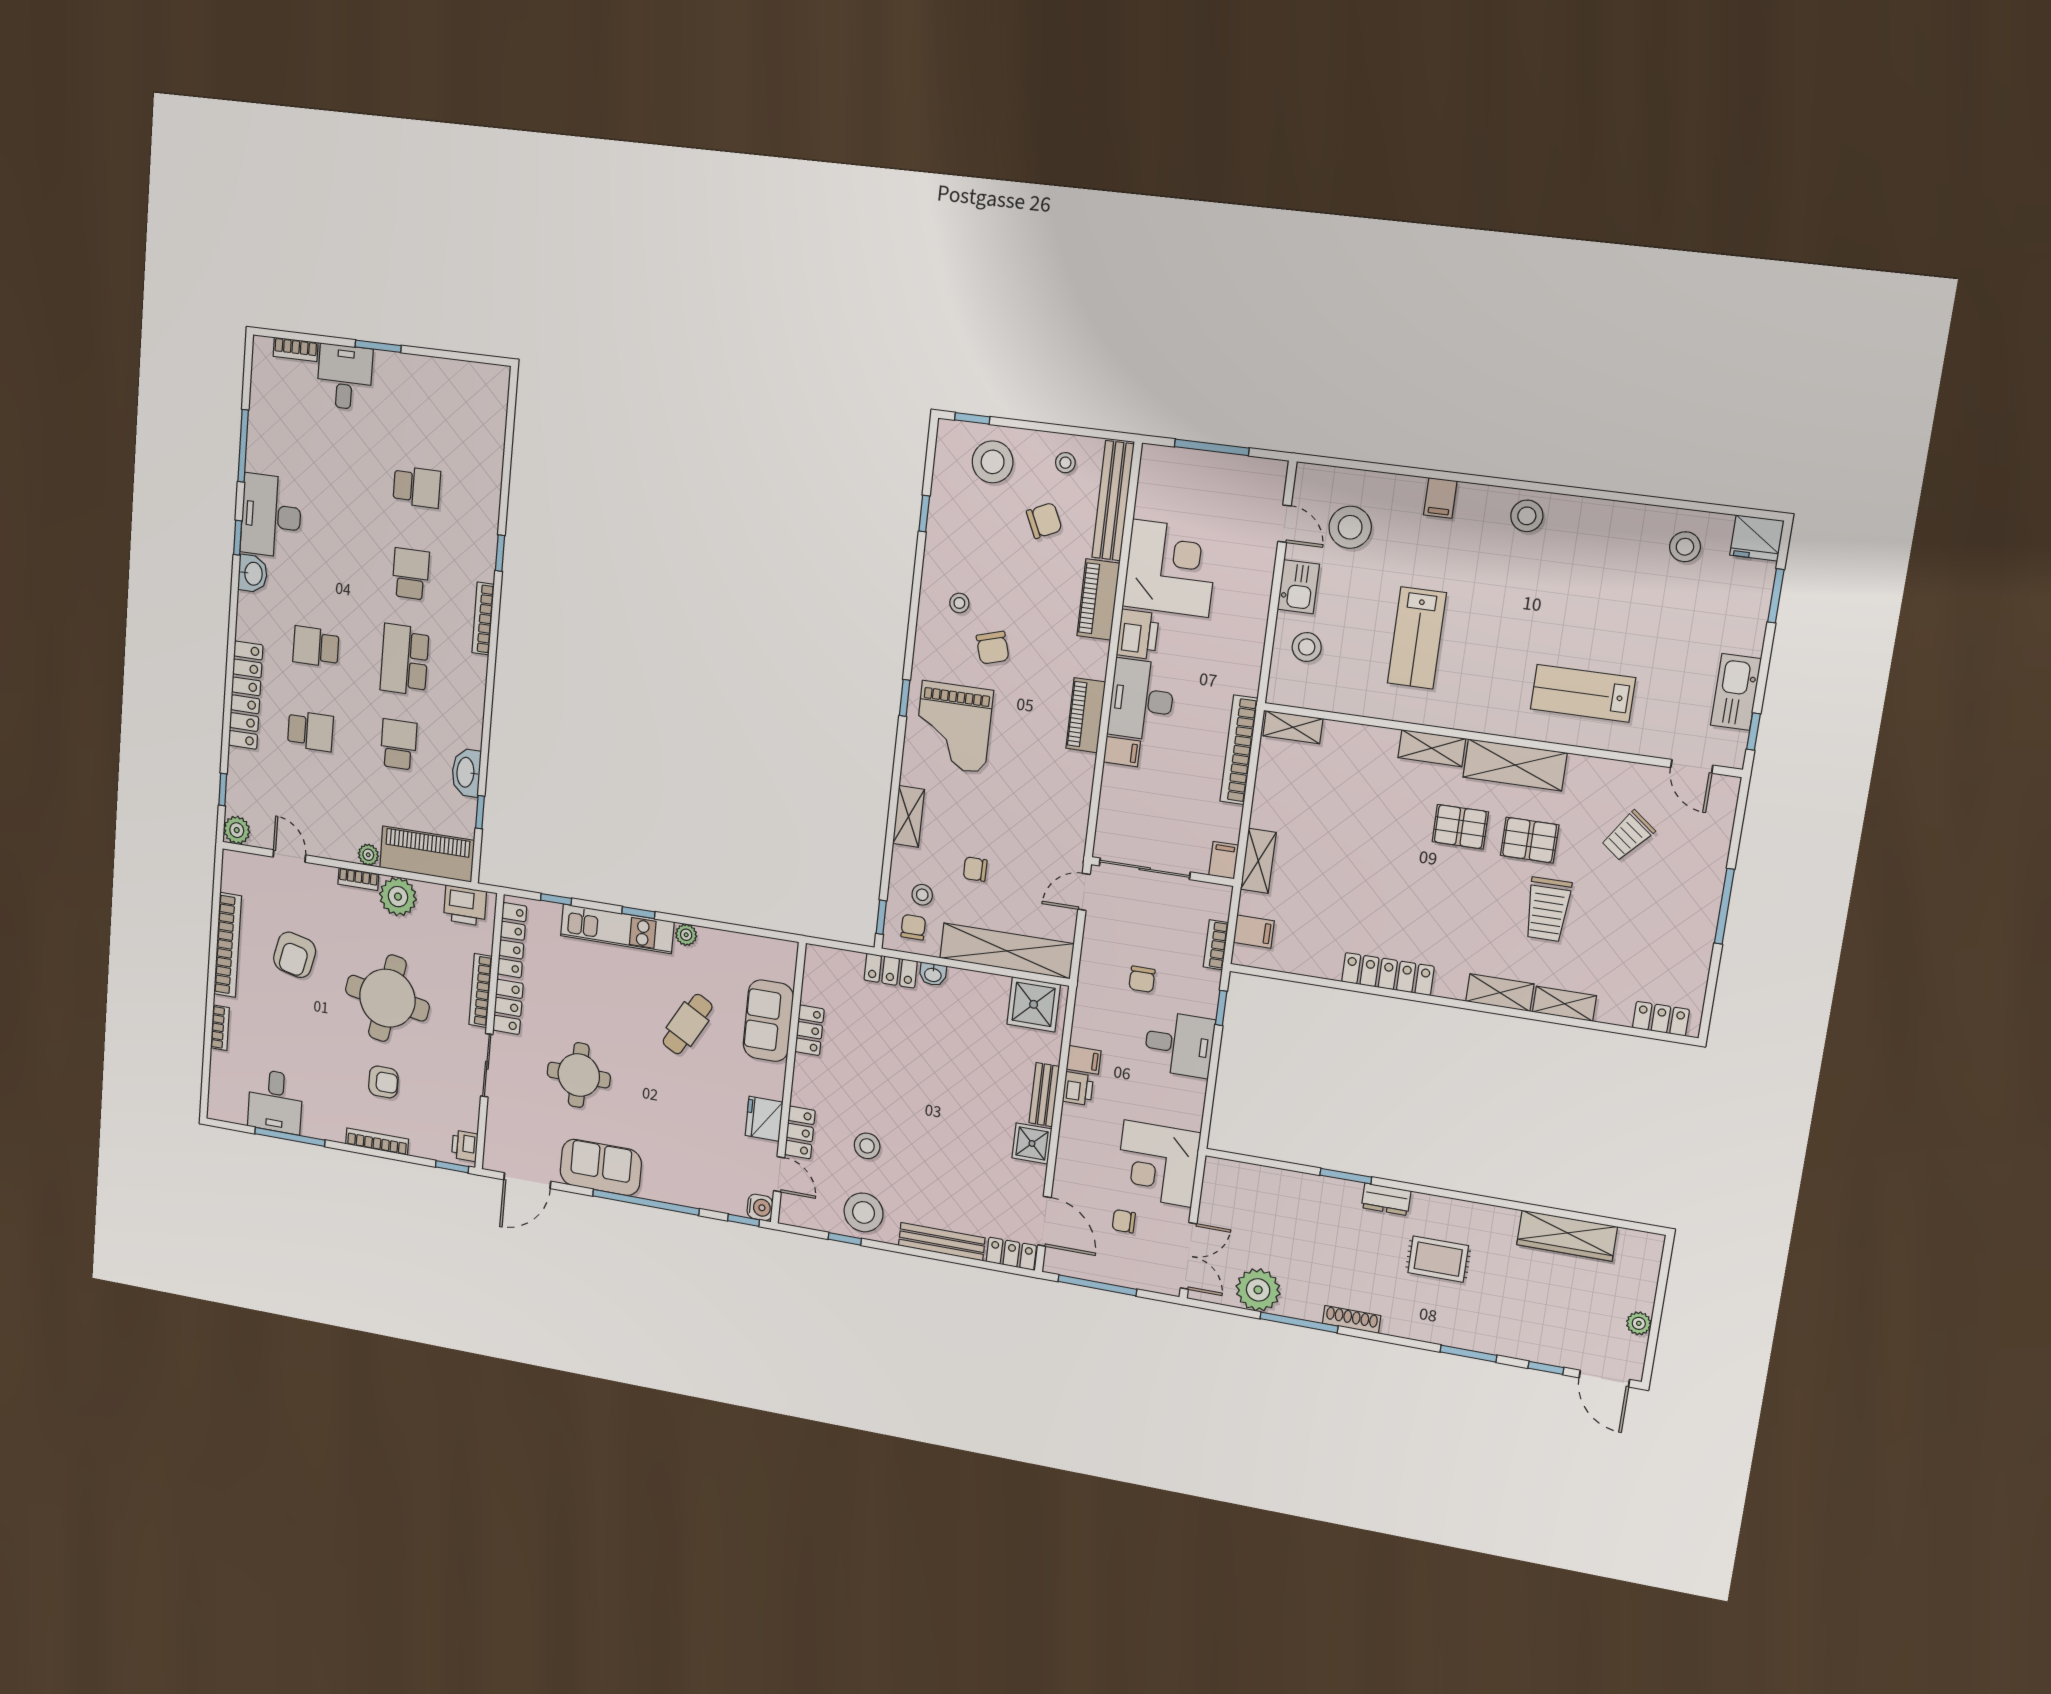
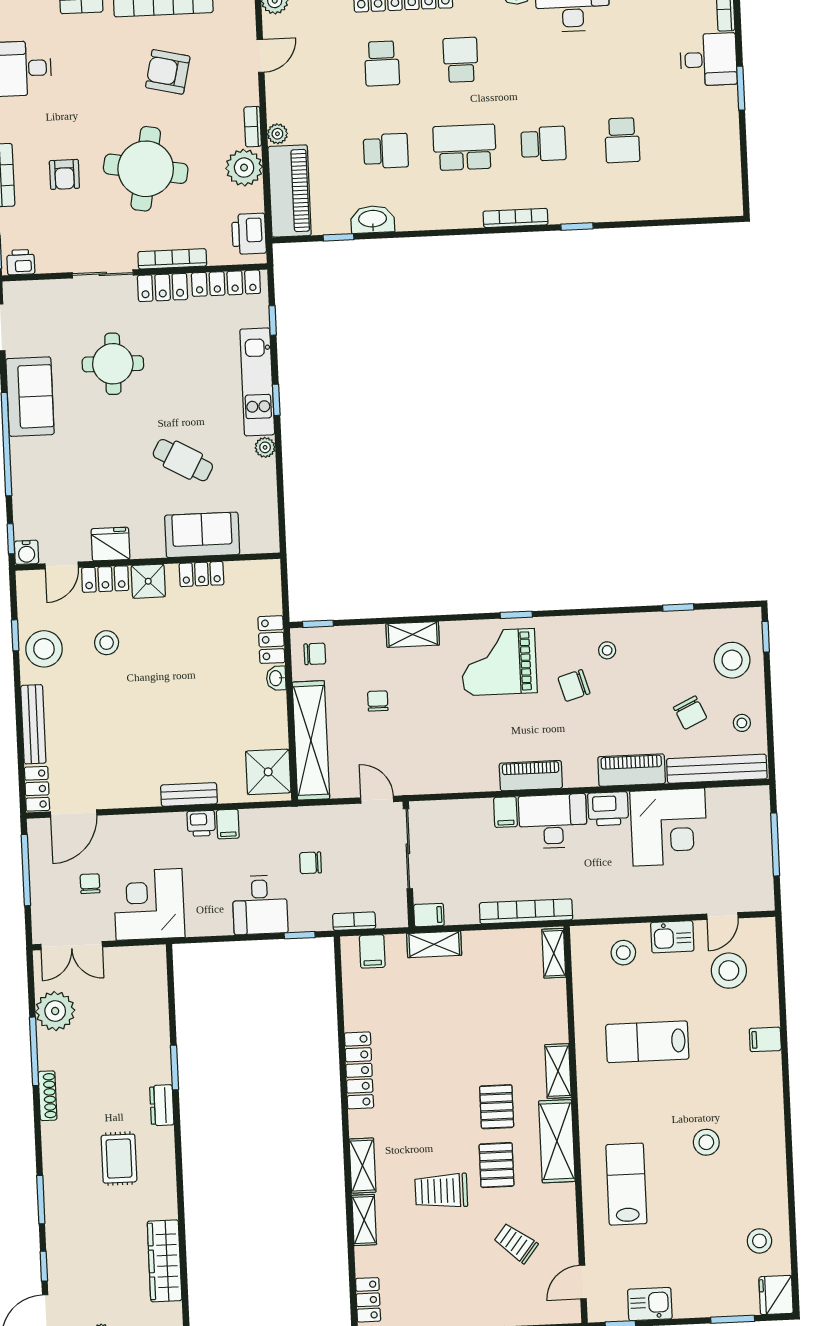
stool: (1527, 516) -> (706, 1142), moved
kitchen sink: (1736, 692) -> (650, 1304), width x0.73
stool: (922, 895) -> (345, 657), removed
shower: (1032, 1143) -> (148, 581), moved

